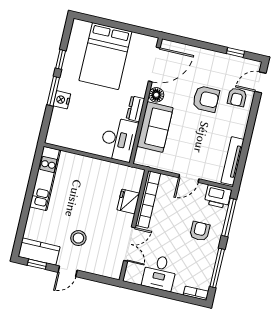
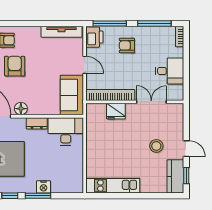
sofa: (155, 127) -> (72, 95), moved, turned -90

